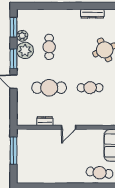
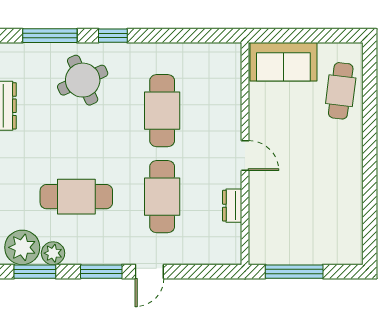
cafe table: (49, 47) -> (76, 197), width x1.37, depth x1.35
plant: (25, 50) -> (22, 247), moved
cafe table: (90, 88) -> (162, 111), width x1.37, depth x1.35

